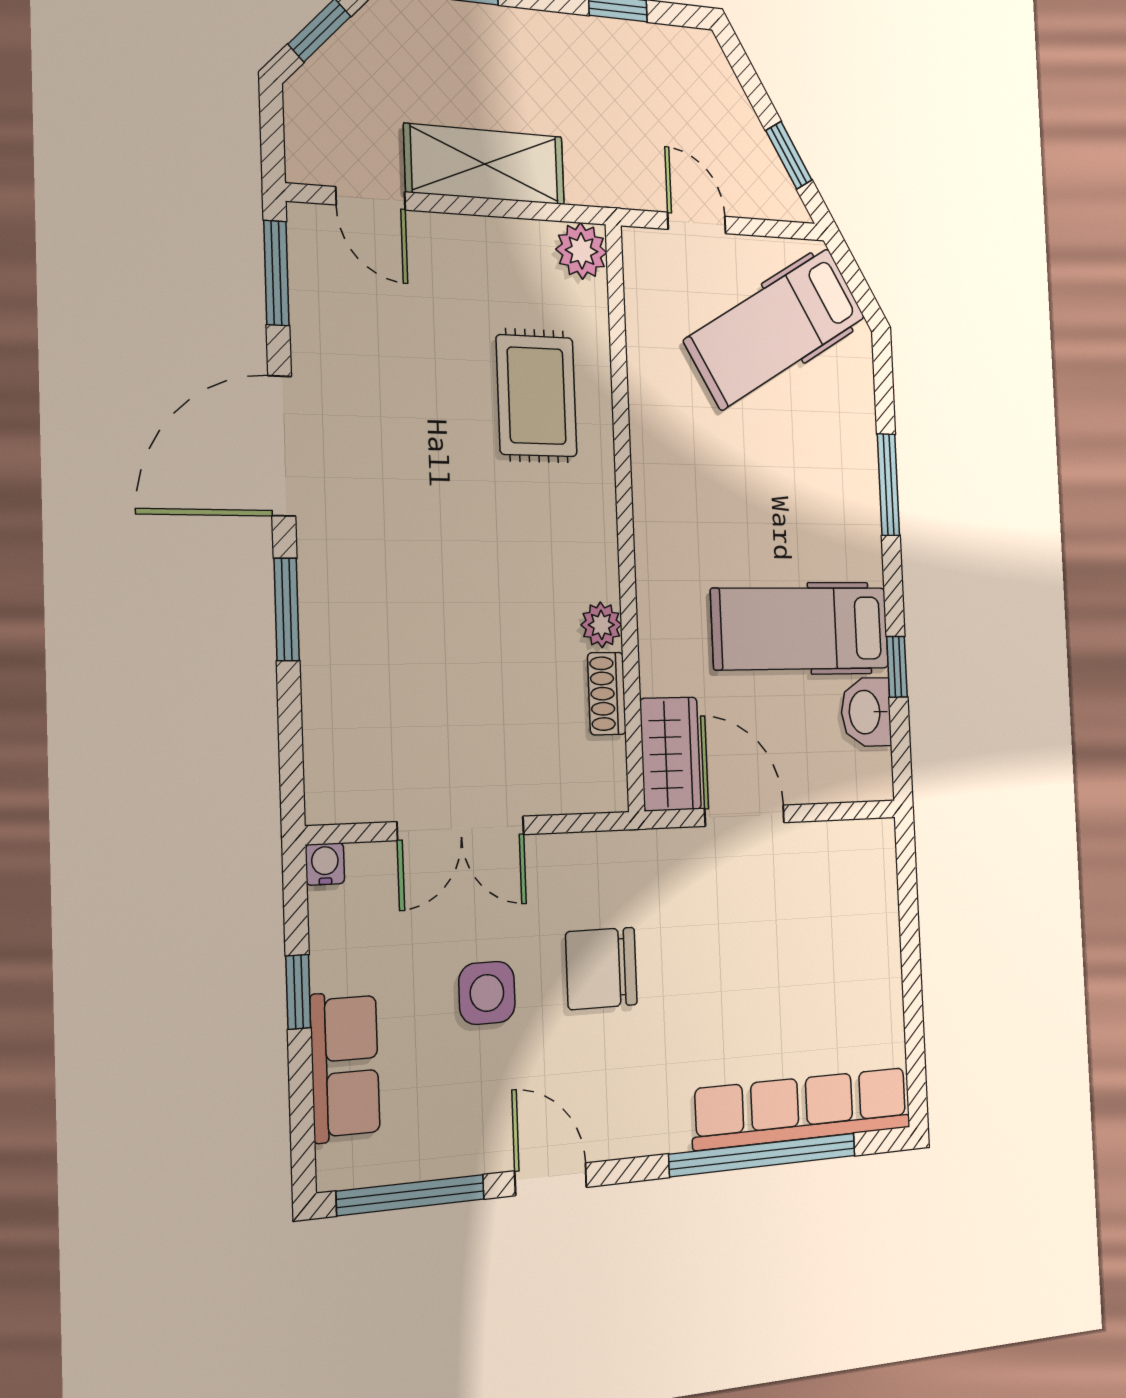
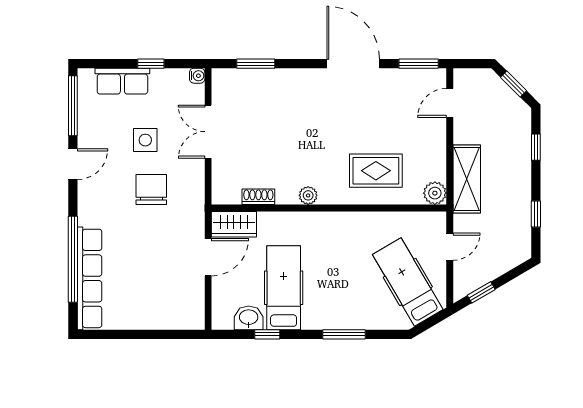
shelving: (485, 164) -> (467, 179), moved
window: (287, 609) -> (256, 64), moved
plant: (601, 625) -> (308, 195), moved

